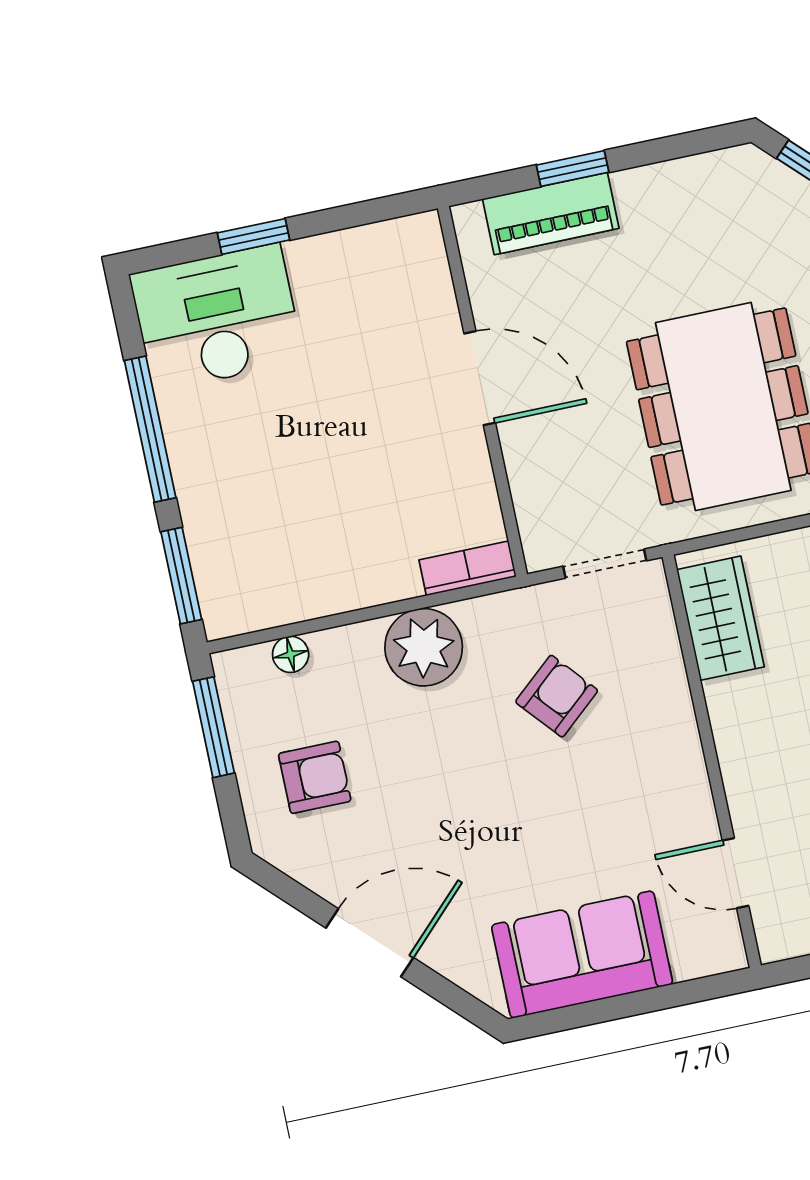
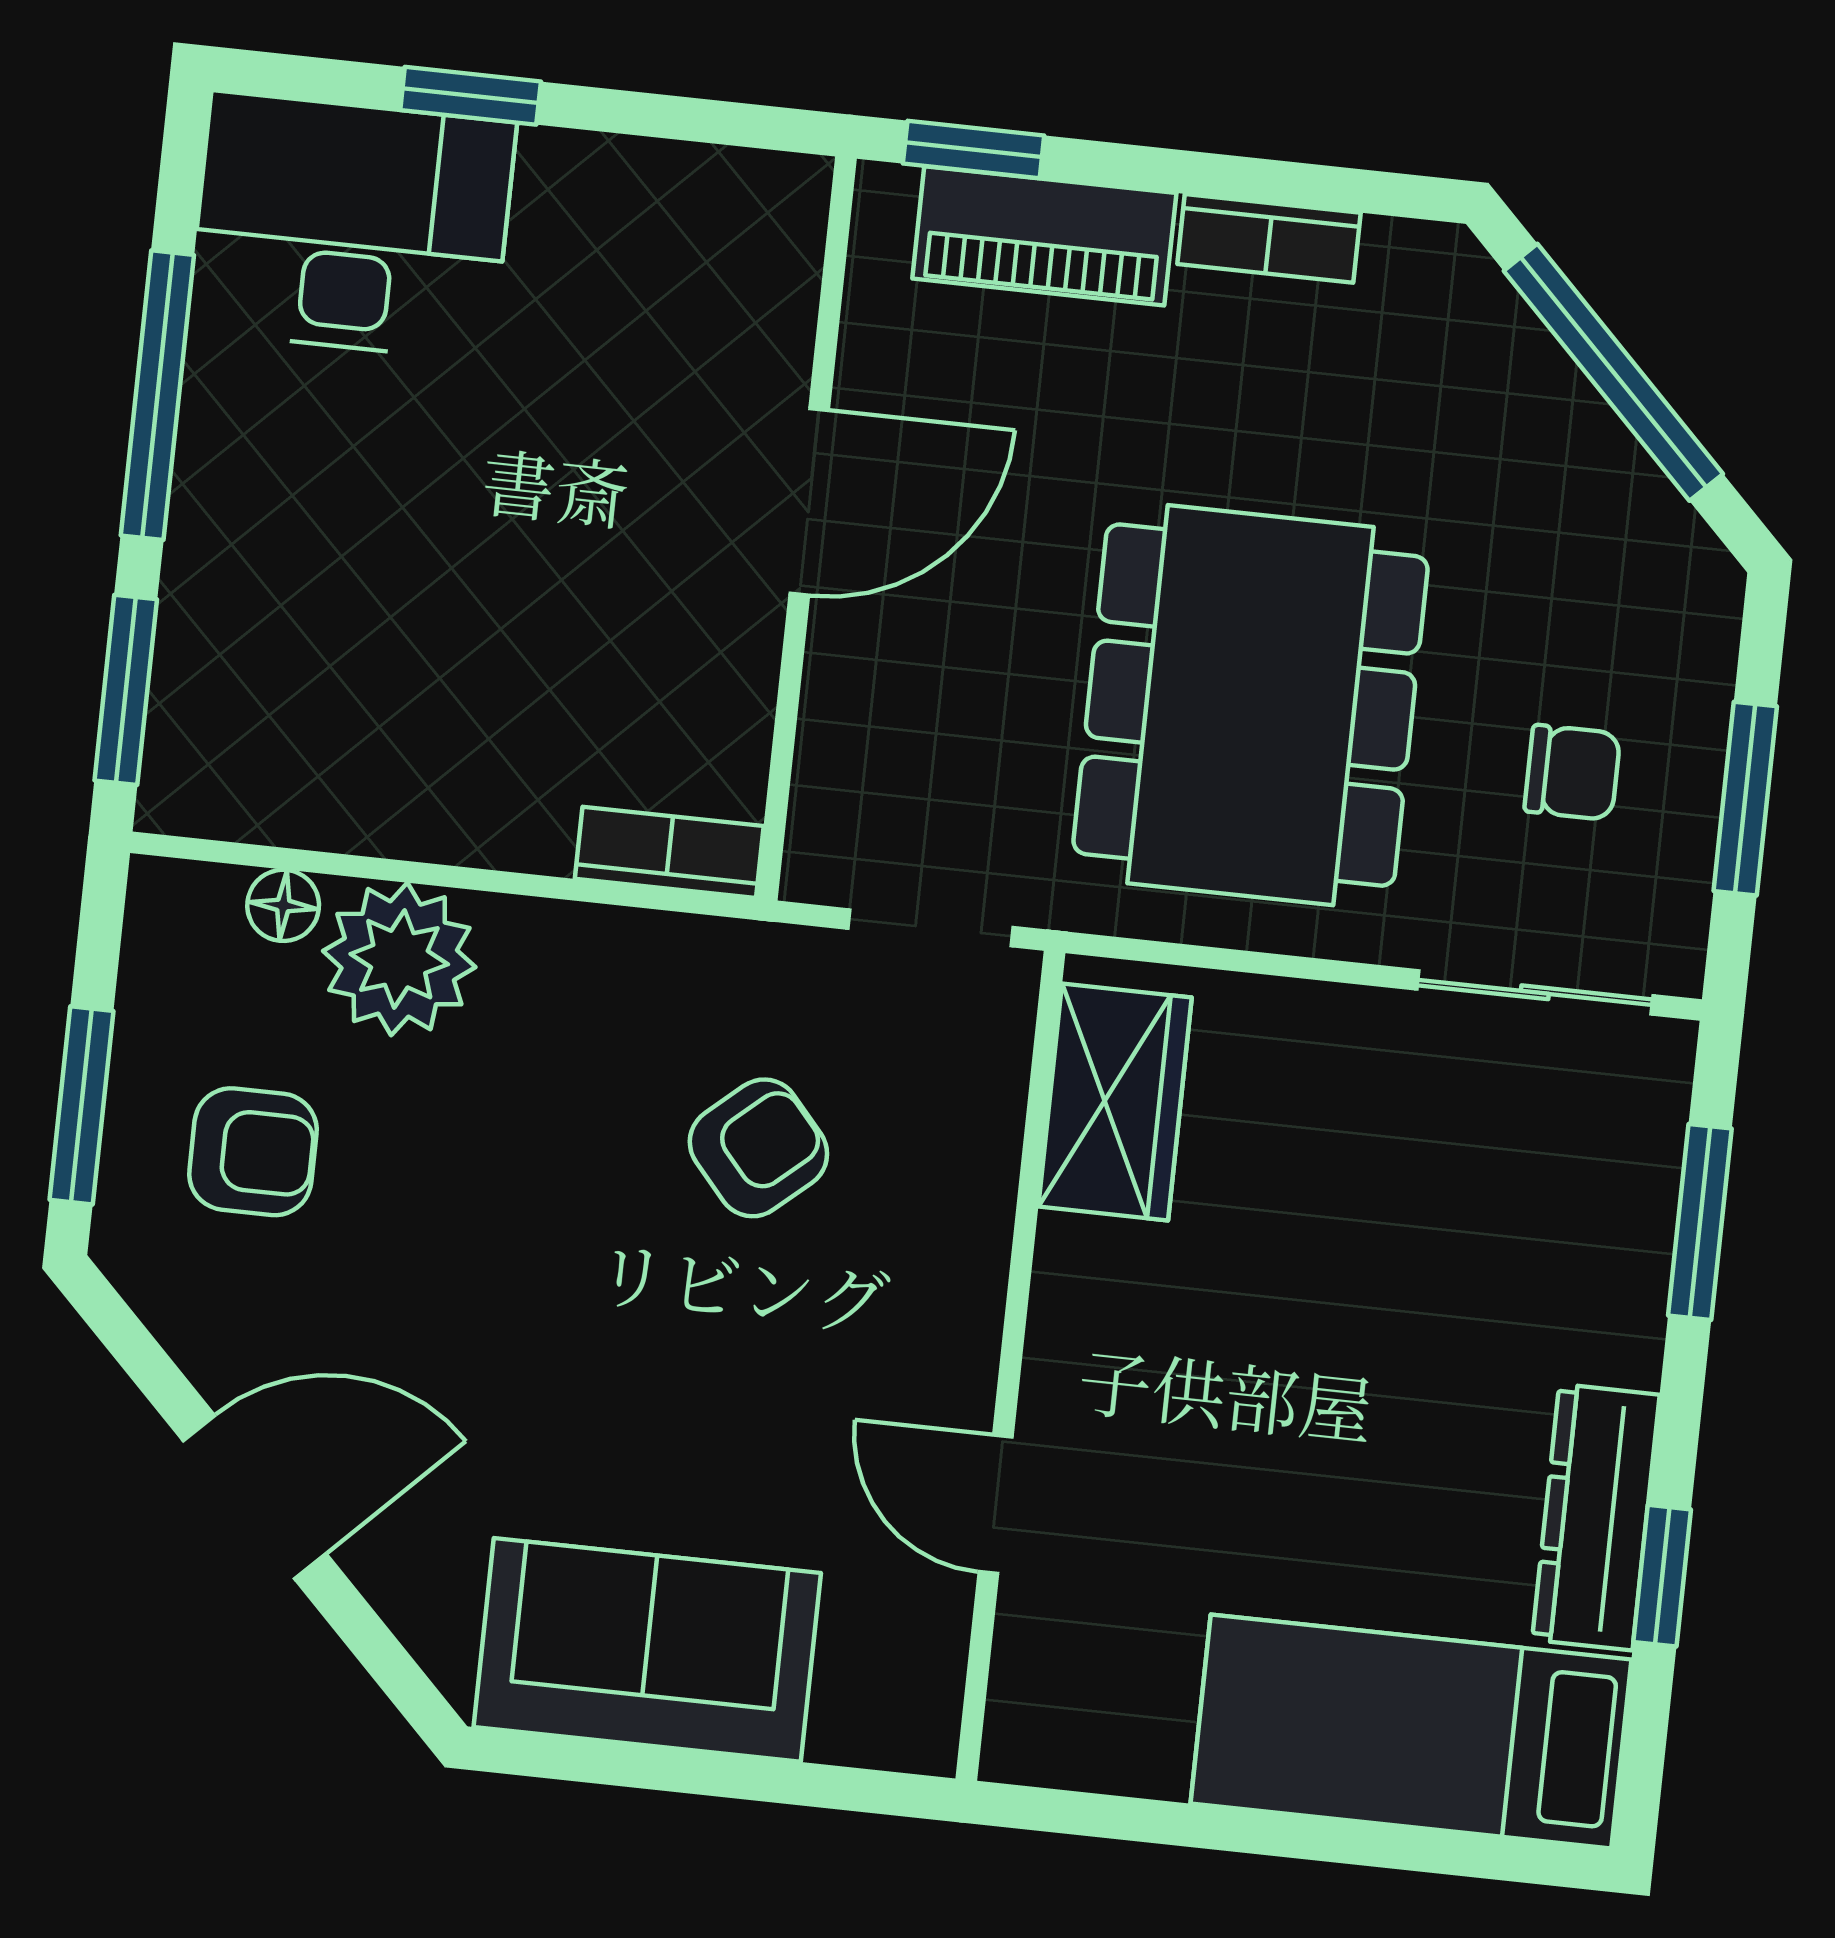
window: (573, 169) -> (974, 150), moved
bookcase: (659, 180) -> (1269, 238), added
door: (480, 378) -> (809, 502), hinge flipped
plant: (424, 647) -> (399, 959), moved
window: (213, 727) -> (81, 1105), moved
door: (736, 873) -> (996, 1504), moved

